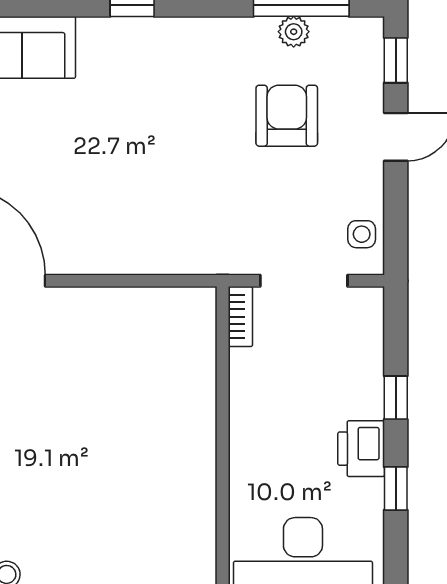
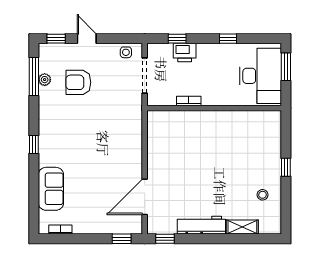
bookcase: (240, 317) -> (189, 101), moved
window: (396, 398) -> (177, 39), moved
printer: (361, 449) -> (185, 52), moved

